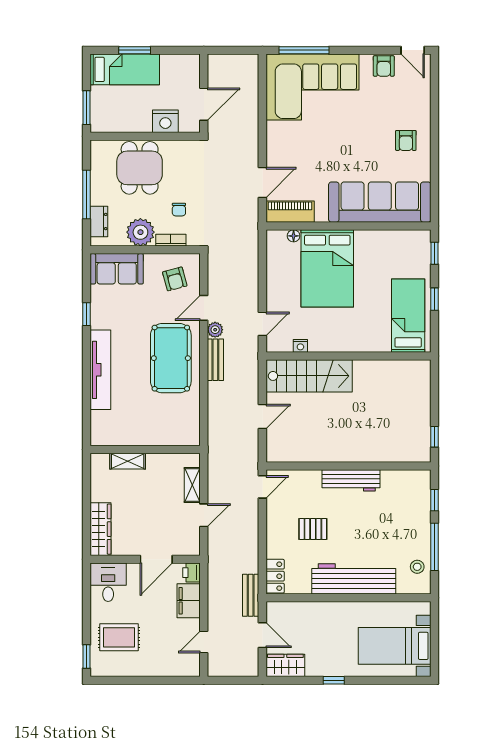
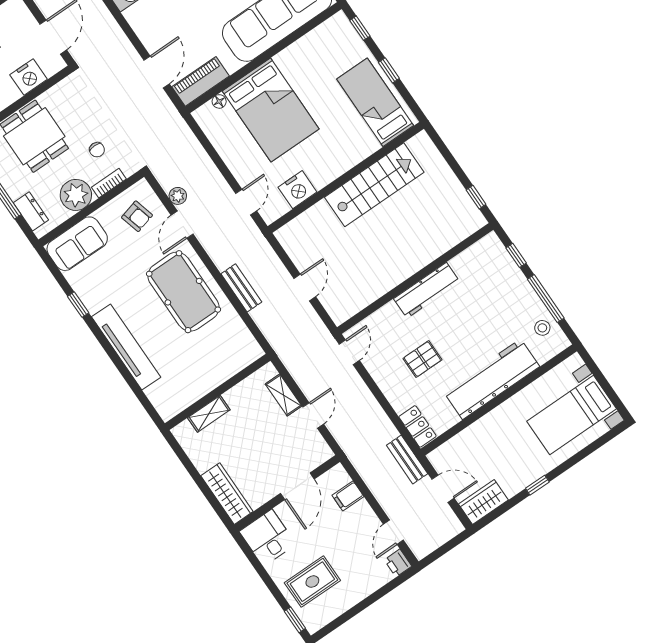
plant: (215, 330) -> (178, 196), moved
nightstand: (300, 346) -> (297, 190), width x1.89, depth x1.79
bench: (215, 360) -> (241, 288), moved
stairs: (309, 376) -> (374, 185), moved
printer: (191, 573) -> (398, 563), moved
filing cabinet: (189, 601) -> (348, 496), width x0.50

